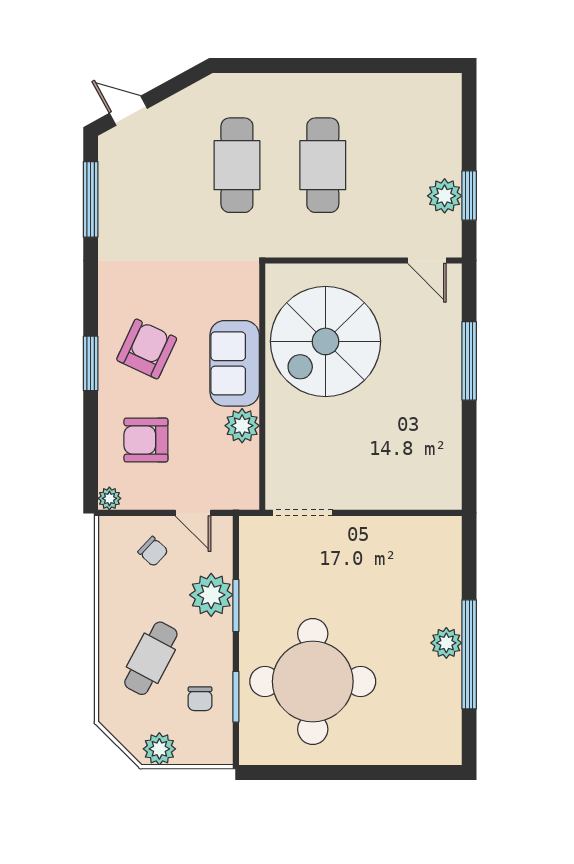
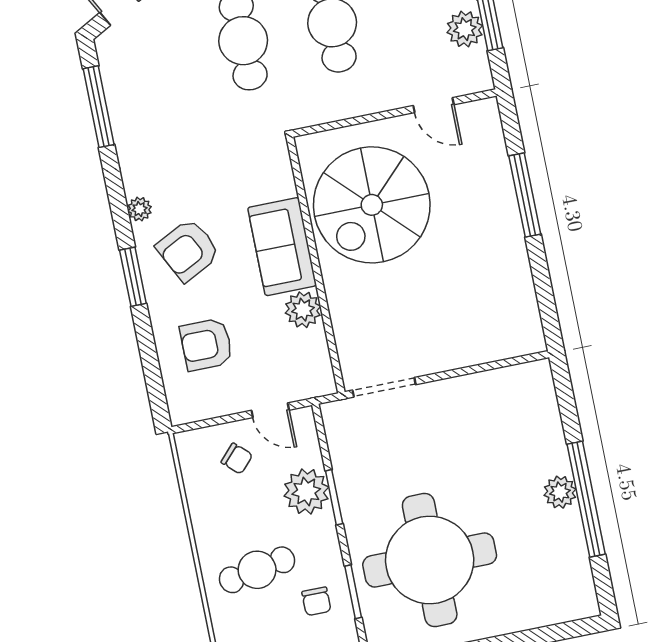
door: (427, 261) -> (434, 105), moved
armchair: (147, 349) -> (188, 250), turned -142
plant: (109, 498) -> (140, 209), moved
cafe table: (151, 658) -> (257, 570), turned 52

